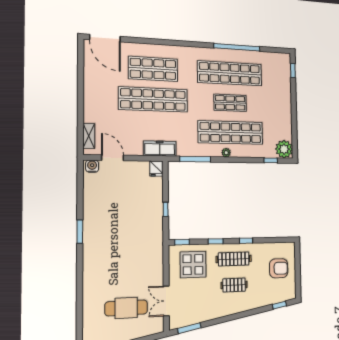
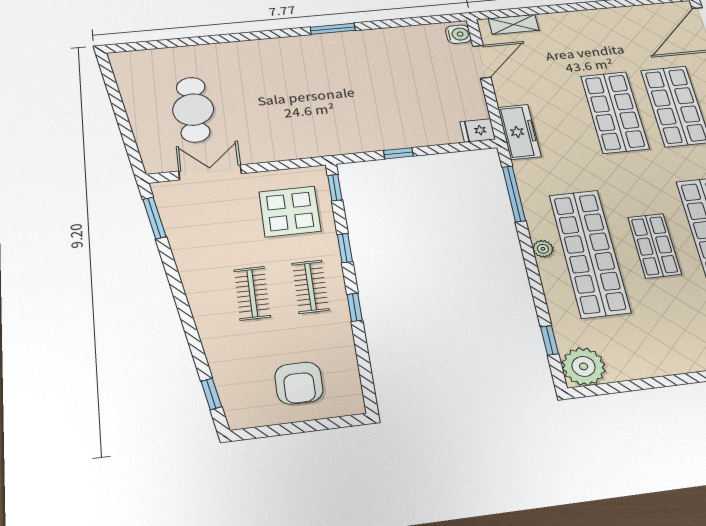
shop shelf: (153, 99) -> (615, 112), width x0.71
clothes rail: (234, 259) -> (310, 287), width x0.73

